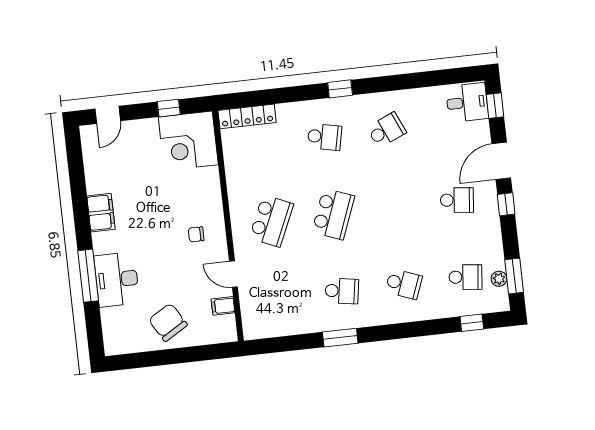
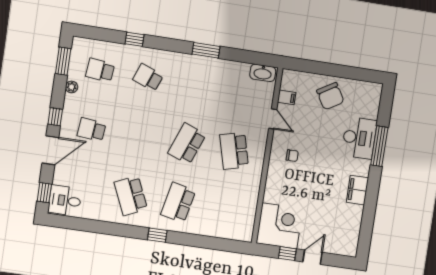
door: (108, 115) -> (312, 257), moved
locker: (247, 116) -> (232, 233), removed
school desk: (386, 130) -> (131, 196), width x1.85
school desk: (325, 137) -> (178, 203), width x1.85
school desk: (271, 221) -> (234, 151), turned -39
plant: (499, 279) -> (72, 87), moved
school desk: (342, 291) -> (196, 85), removed
window: (472, 323) -> (134, 39), moved
washbasin: (262, 329) -> (263, 73), added

